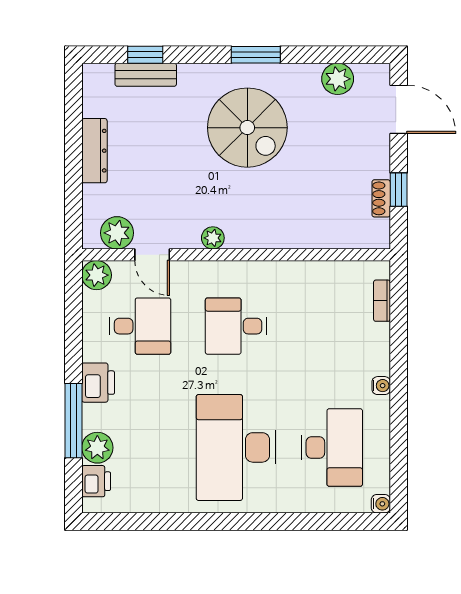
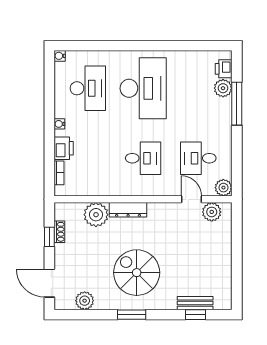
dresser: (94, 151) -> (128, 210), moved, turned -90
plant: (213, 238) -> (96, 215), moved, width x1.87, depth x1.87
printer: (98, 383) -> (64, 148), moved, turned 180
desk: (332, 447) -> (88, 88), turned 180

